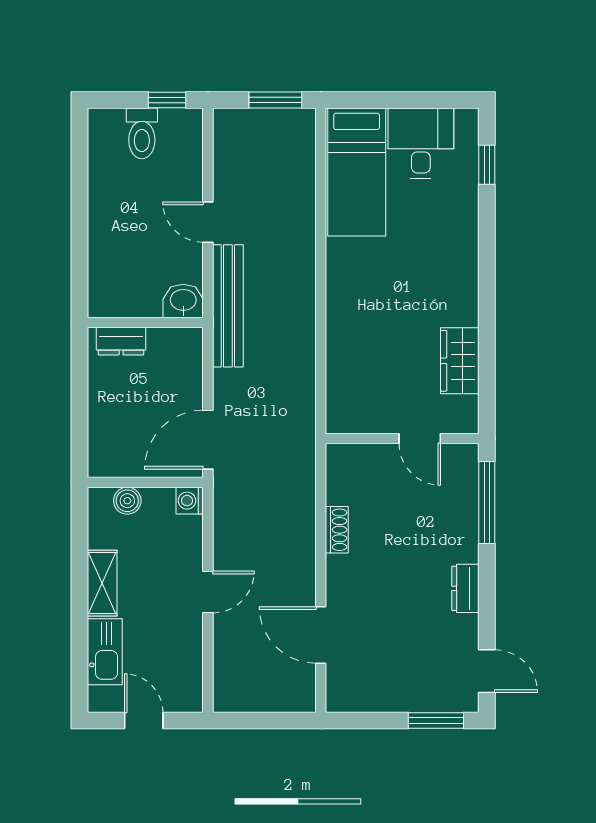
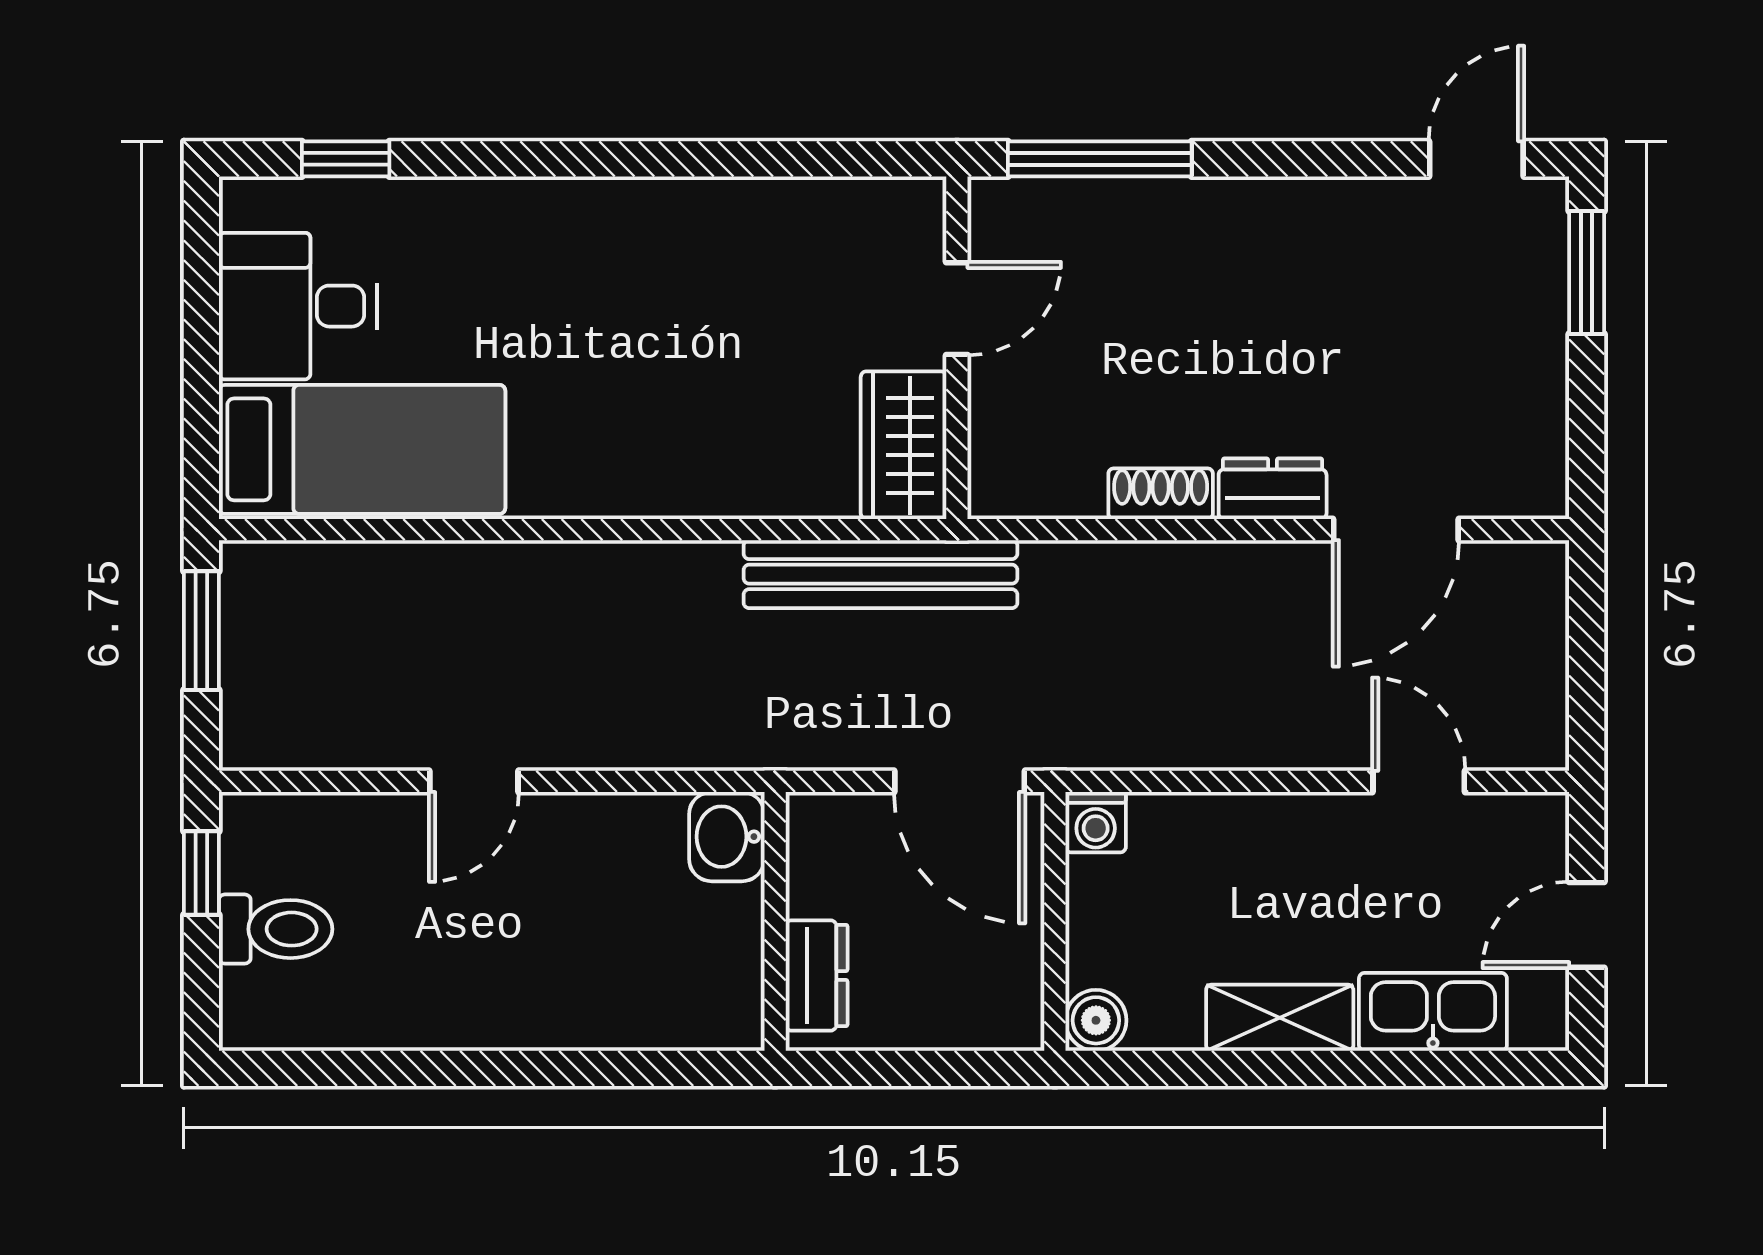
washbasin: (183, 301) -> (727, 837), moved
bench: (228, 306) -> (880, 574), moved
wall: (145, 323) -> (775, 921), moved
dresser: (121, 341) -> (817, 975), moved
wardrobe: (460, 361) -> (904, 445), moved, turned 90
boiler: (127, 501) -> (1096, 1020), moved
dresser: (465, 588) -> (1273, 489), moved, turned 180
door: (208, 592) -> (1419, 781), moved

